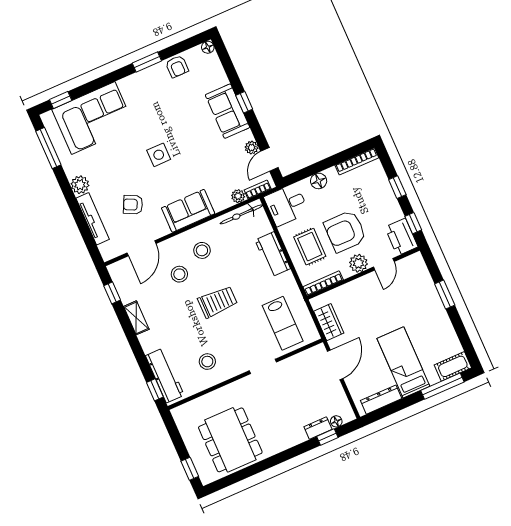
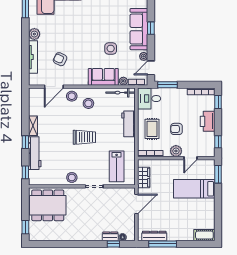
sofa: (228, 111) -> (139, 29), width x1.36
side table: (159, 155) -> (111, 49), moved
window: (304, 173) -> (168, 85), added
floor lamp: (319, 181) -> (174, 93), removed
window: (397, 187) -> (218, 102), moved
sofa: (188, 211) -> (103, 77), moved
armchair: (345, 231) -> (177, 129), width x0.53, depth x0.53
printer: (401, 237) -> (208, 121), moved
stool: (179, 274) -> (72, 96), moved
window: (112, 293) -> (25, 142), moved
window: (445, 295) -> (218, 174), moved
stool: (207, 362) -> (72, 177), moved
bed: (403, 362) -> (194, 189), moved, turned -90
workbench: (165, 375) -> (35, 153), moved
window: (442, 386) -> (163, 244), moved
dining table: (230, 440) -> (48, 205), moved, turned 90

